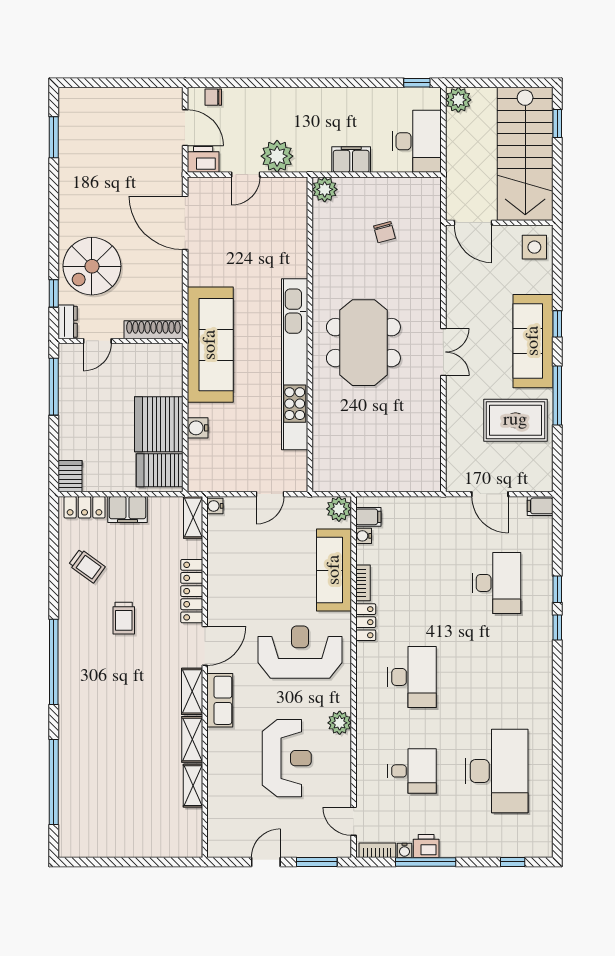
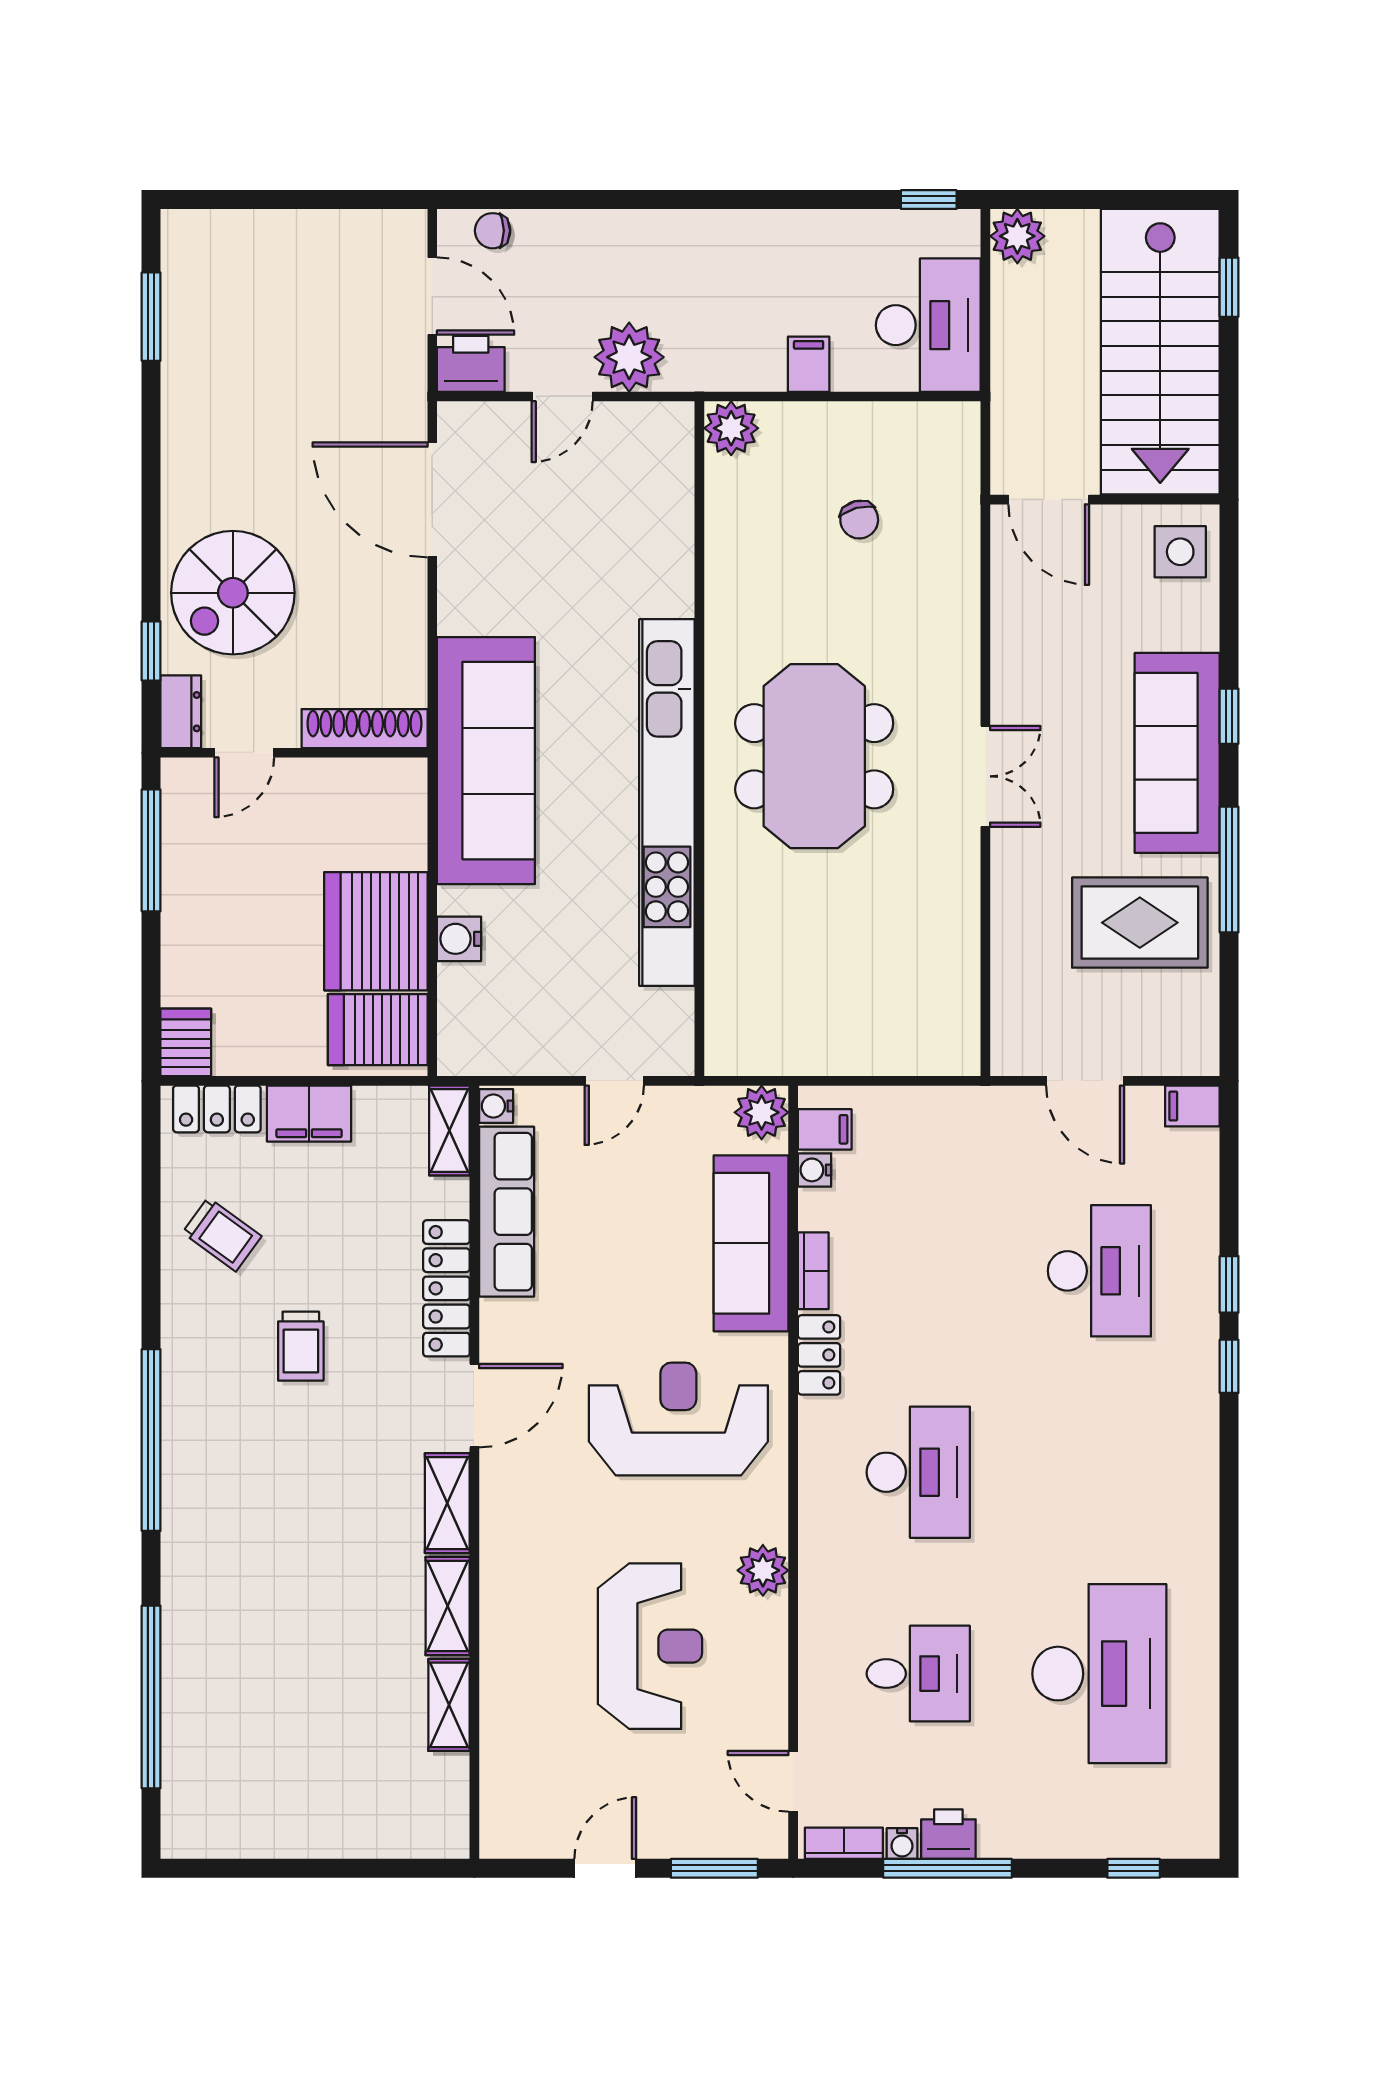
filing cabinet: (351, 160) -> (809, 364), width x0.50
row of seats: (220, 700) -> (507, 1212), moved, width x1.48

